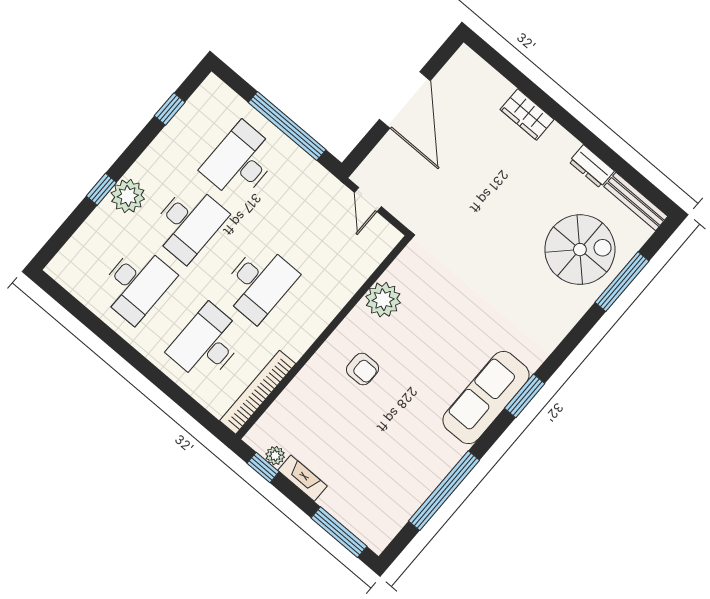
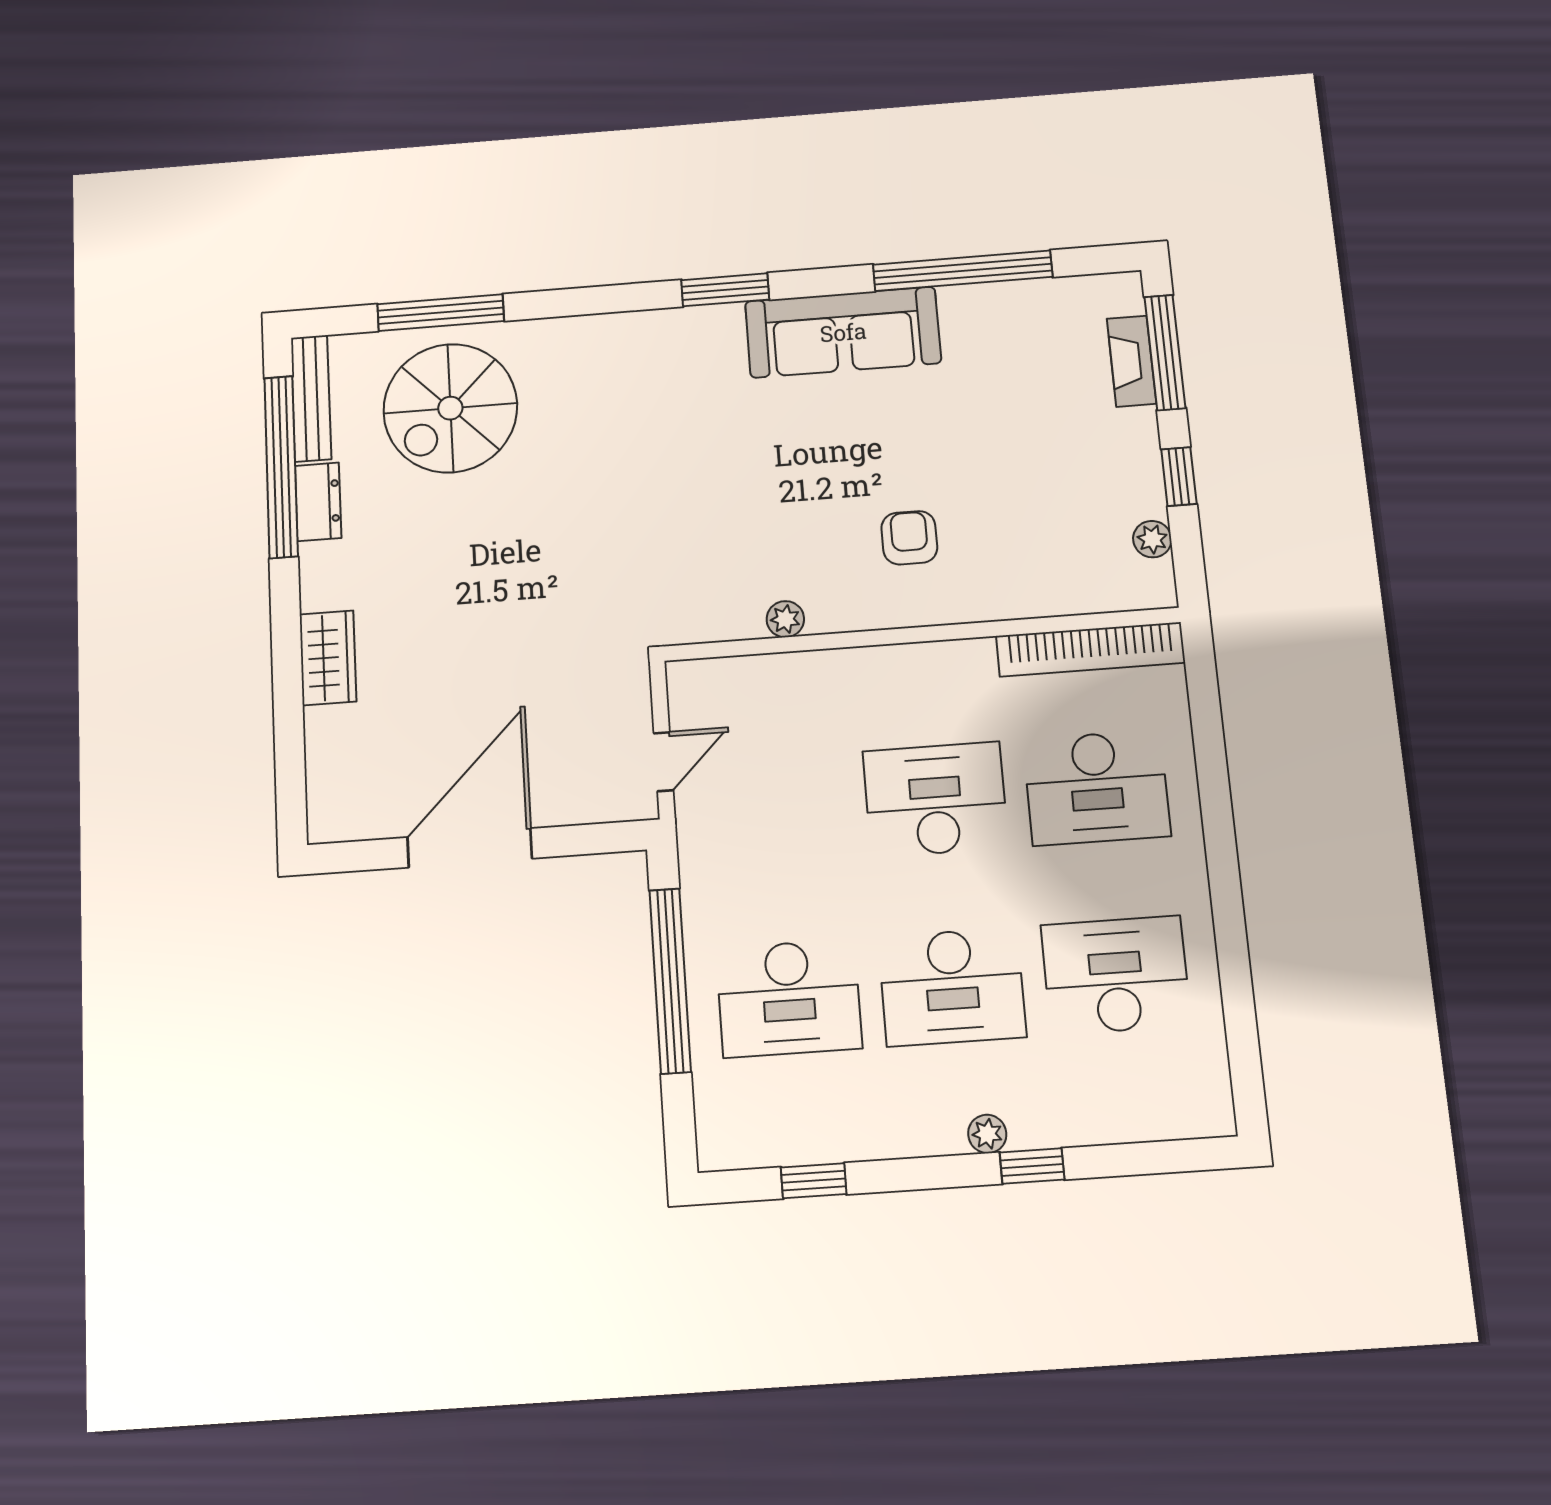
window: (619, 165) -> (281, 467), added
plant: (128, 196) -> (987, 1134), width x0.53, depth x0.53
desk: (188, 223) -> (952, 987), turned 180
spiral stairs: (580, 250) -> (450, 408), turned -90
plant: (383, 300) -> (785, 619), width x0.53, depth x0.53
sofa: (486, 398) -> (843, 332), moved
window: (263, 468) -> (1179, 477), moved
fireplace: (303, 478) -> (1132, 361), moved

